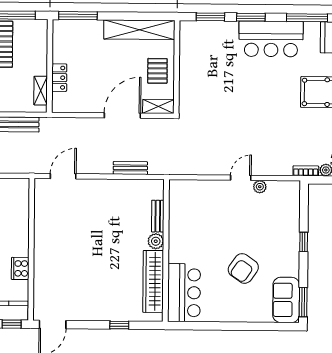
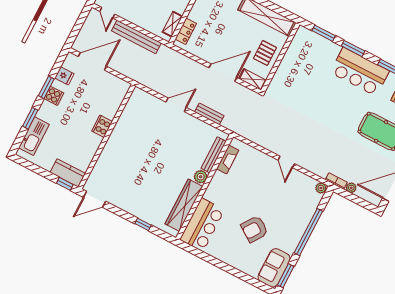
locker: (59, 78) -> (186, 31), moved
door: (63, 176) -> (176, 105), moved
door: (241, 178) -> (286, 162), swing flipped
plant: (260, 187) -> (321, 188), moved
fireplace: (176, 207) -> (228, 159), added
bench: (158, 216) -> (214, 155), width x1.36
window: (304, 242) -> (308, 232), width x3.17
cooker: (20, 268) -> (102, 126), moved

